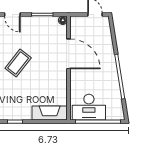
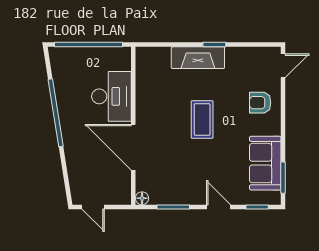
coffee table: (18, 63) -> (202, 120), moved, turned -38
desk: (89, 107) -> (111, 96), moved, turned 90
fireplace: (50, 113) -> (198, 58), moved

